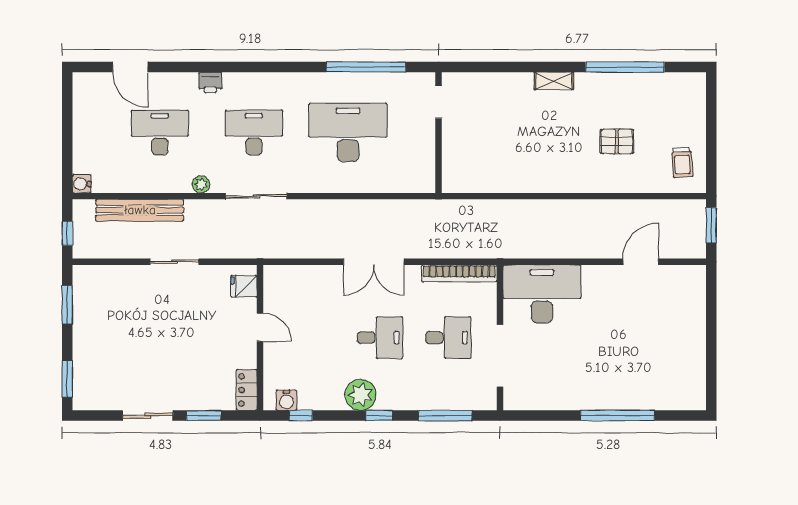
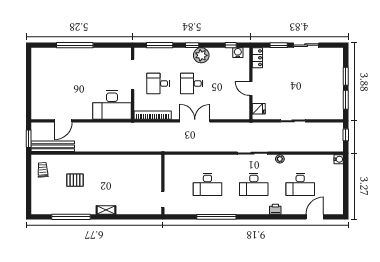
door: (130, 67) -> (315, 217), hinge flipped
window: (366, 67) -> (216, 217), moved
desk: (348, 133) -> (207, 184), width x0.73, depth x0.77
bench: (140, 210) -> (53, 146), moved
window: (67, 379) -> (346, 76), moved

